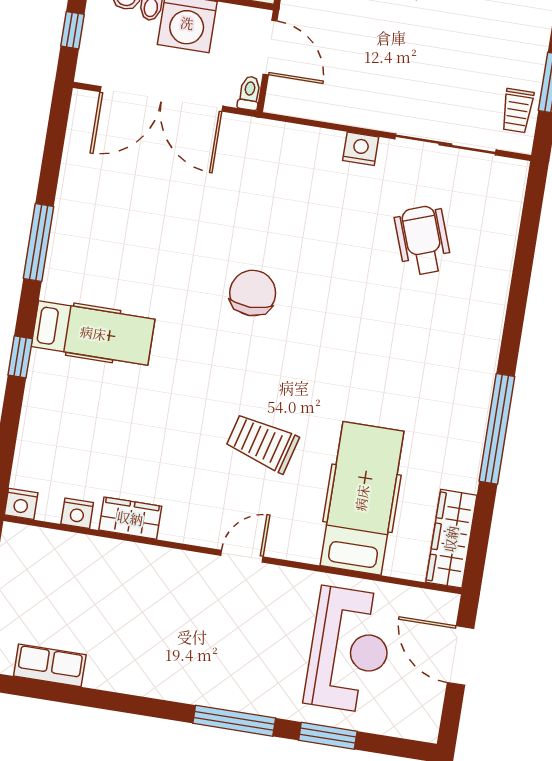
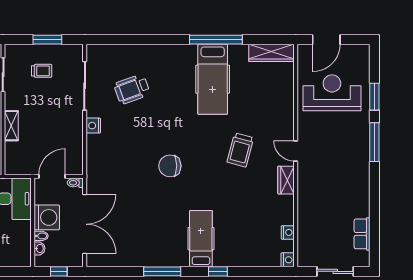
trolley: (517, 111) -> (42, 71), moved
hospital bed: (362, 498) -> (213, 79), moved, turned -90
wardrobe: (130, 518) -> (286, 180), moved

